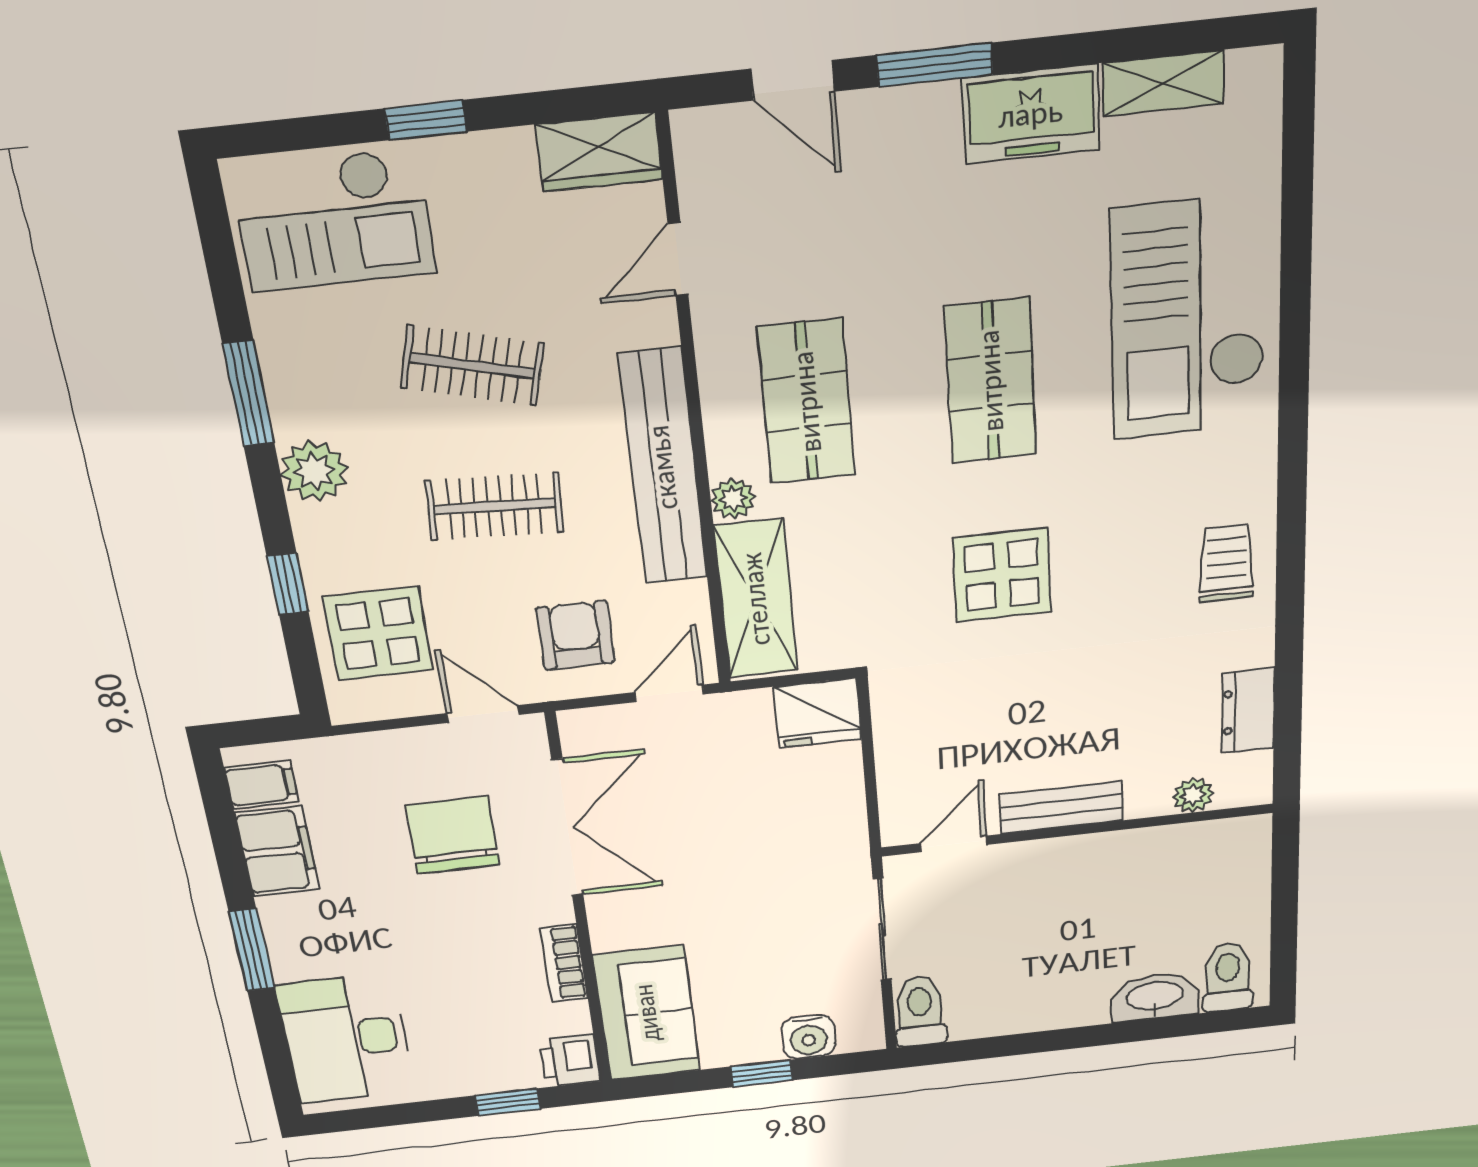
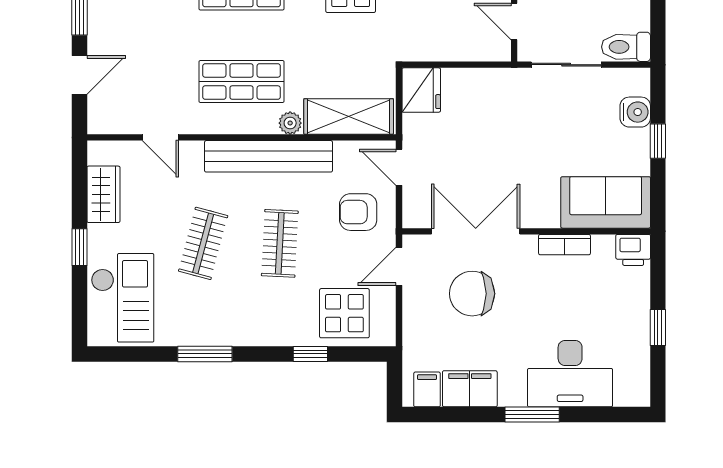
wardrobe: (599, 152) -> (103, 194), moved
plant: (314, 471) -> (250, 330), removed
desk: (346, 1039) -> (570, 374), moved
window: (508, 1102) -> (658, 328), moved

